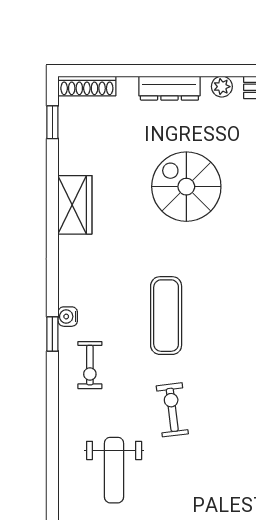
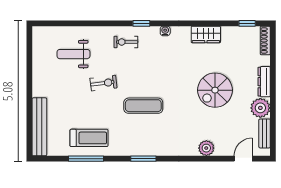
plant: (222, 87) -> (260, 108), width x1.88, depth x1.88
spiral stairs: (186, 187) -> (215, 90), turned 180
exercise mat: (166, 316) -> (143, 106), moved
water cooler: (68, 317) -> (165, 31), moved

